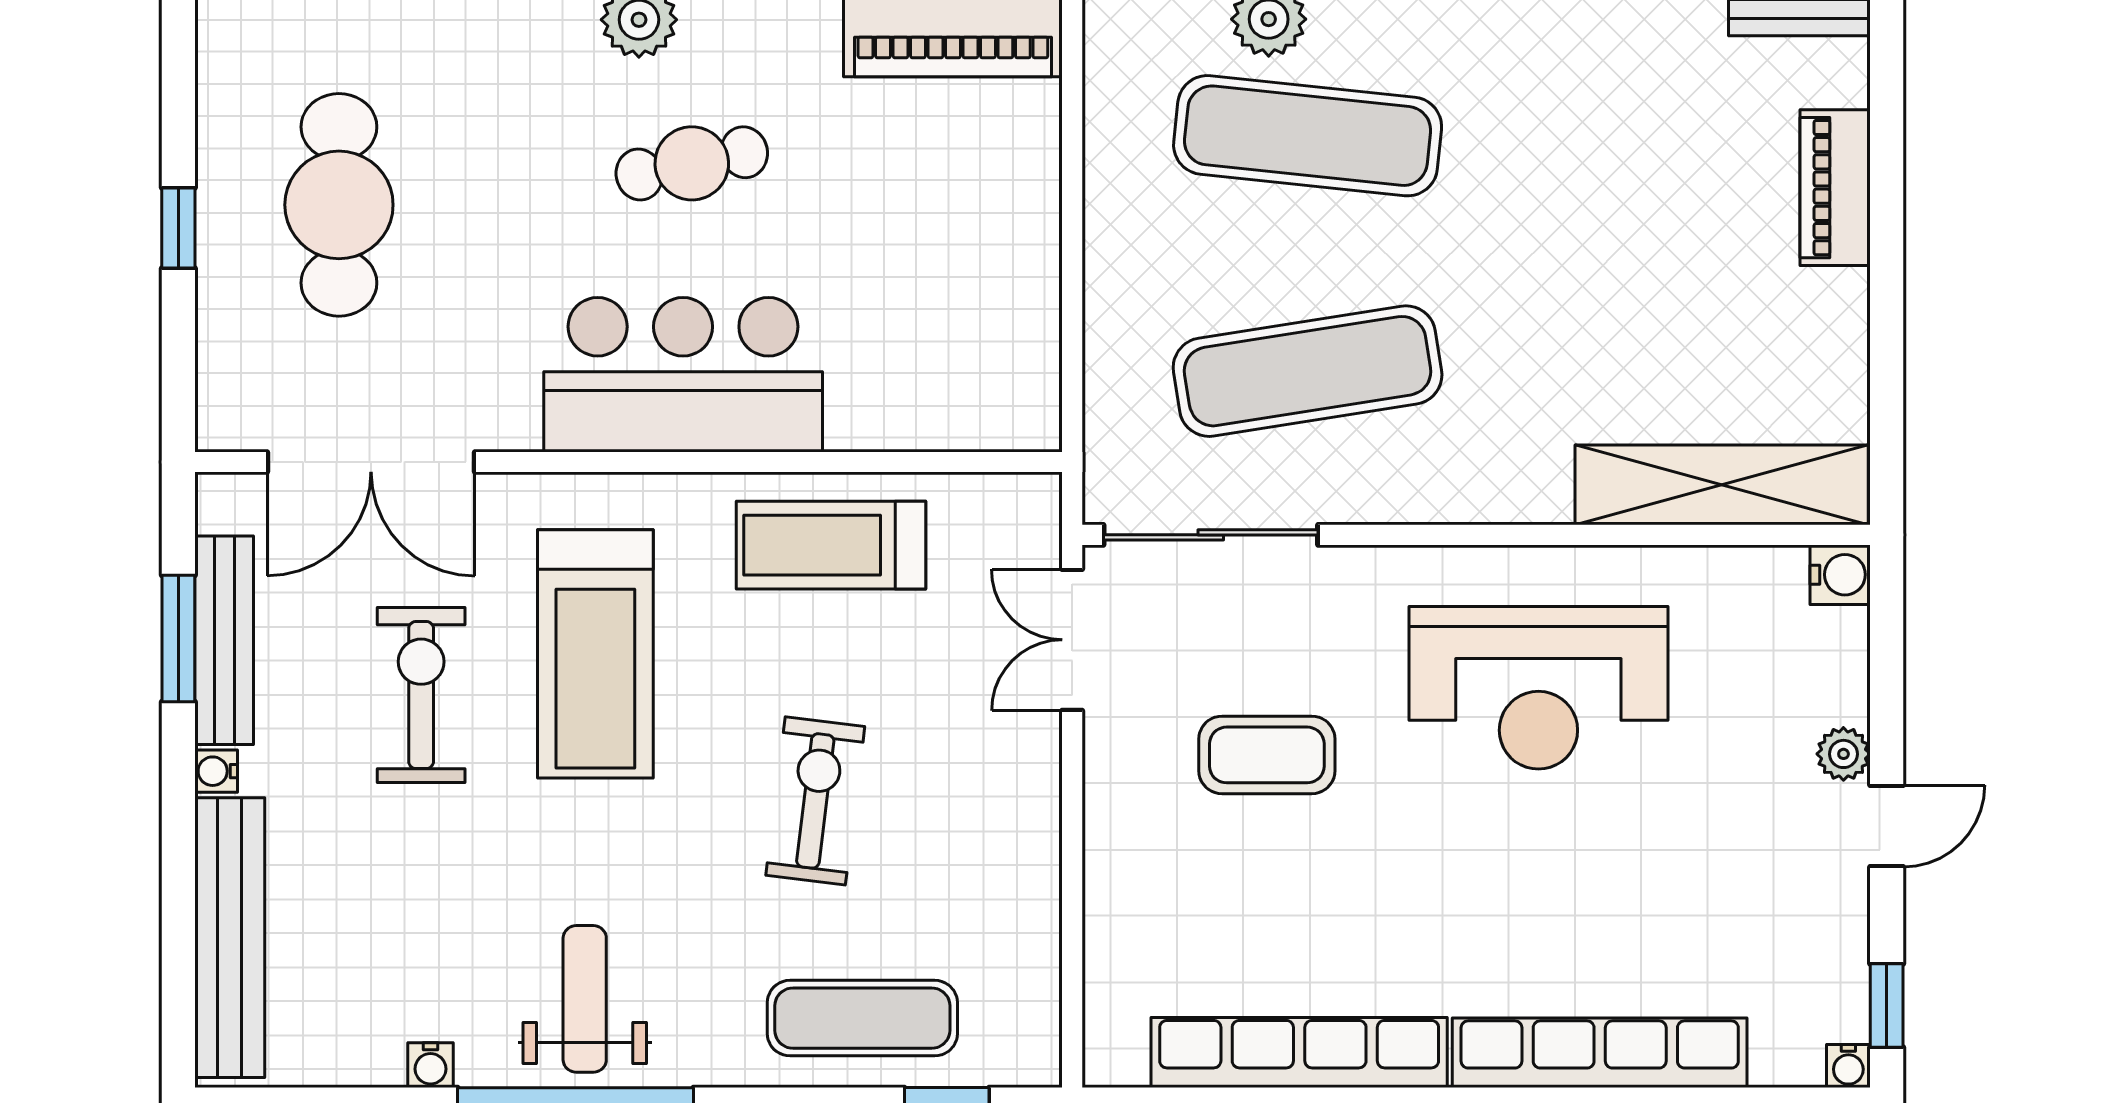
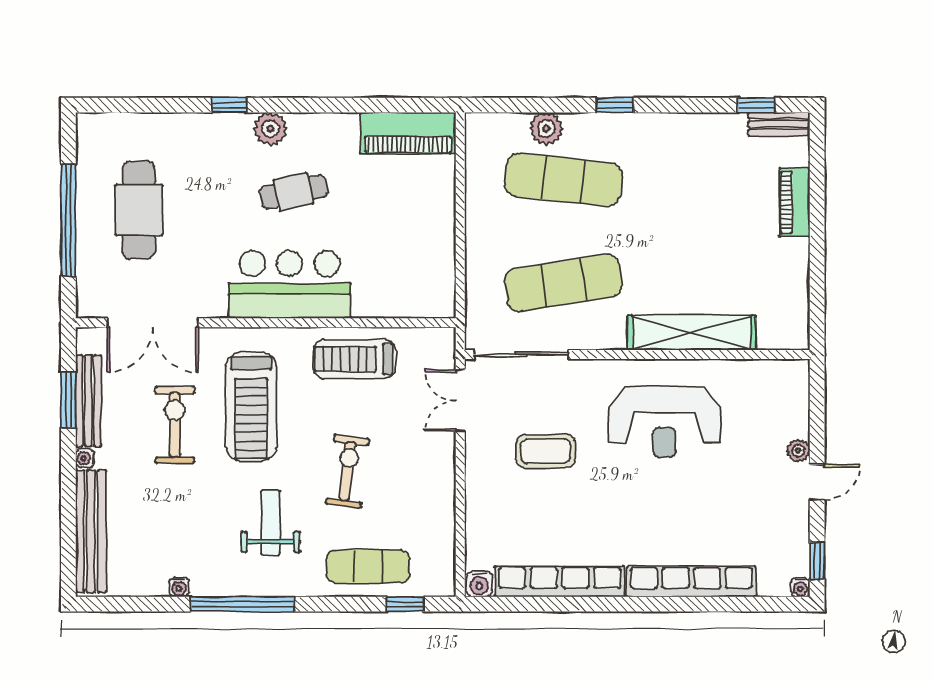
window: (178, 228) -> (68, 220), width x3.17
shelving: (1722, 485) -> (692, 333), moved
water cooler: (1840, 575) -> (479, 584), moved, turned 90
weight bench: (585, 999) -> (271, 523), moved

